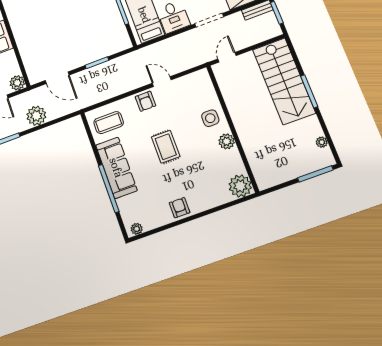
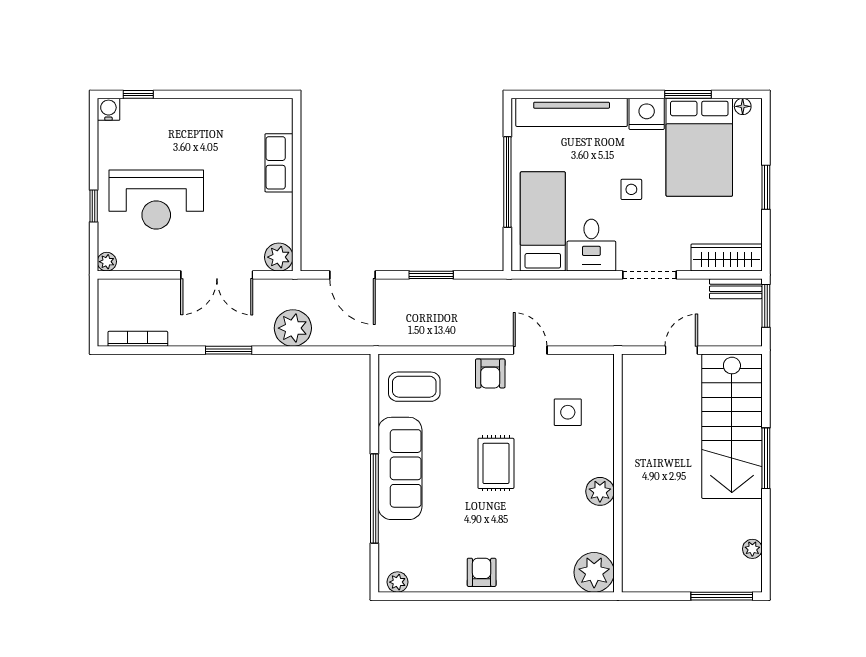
door: (227, 57) -> (681, 350), moved
side table: (210, 118) -> (568, 412), moved

